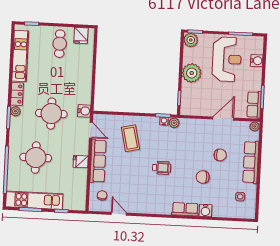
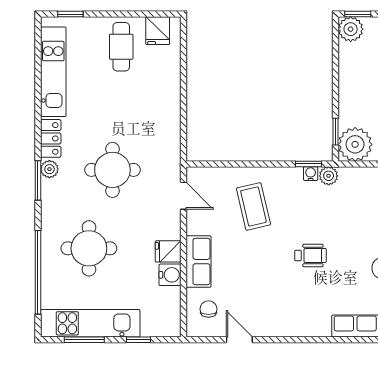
plant: (192, 73) -> (355, 144), moved
water cooler: (84, 111) -> (170, 275), moved
row of seats: (98, 161) -> (198, 262), width x0.68

